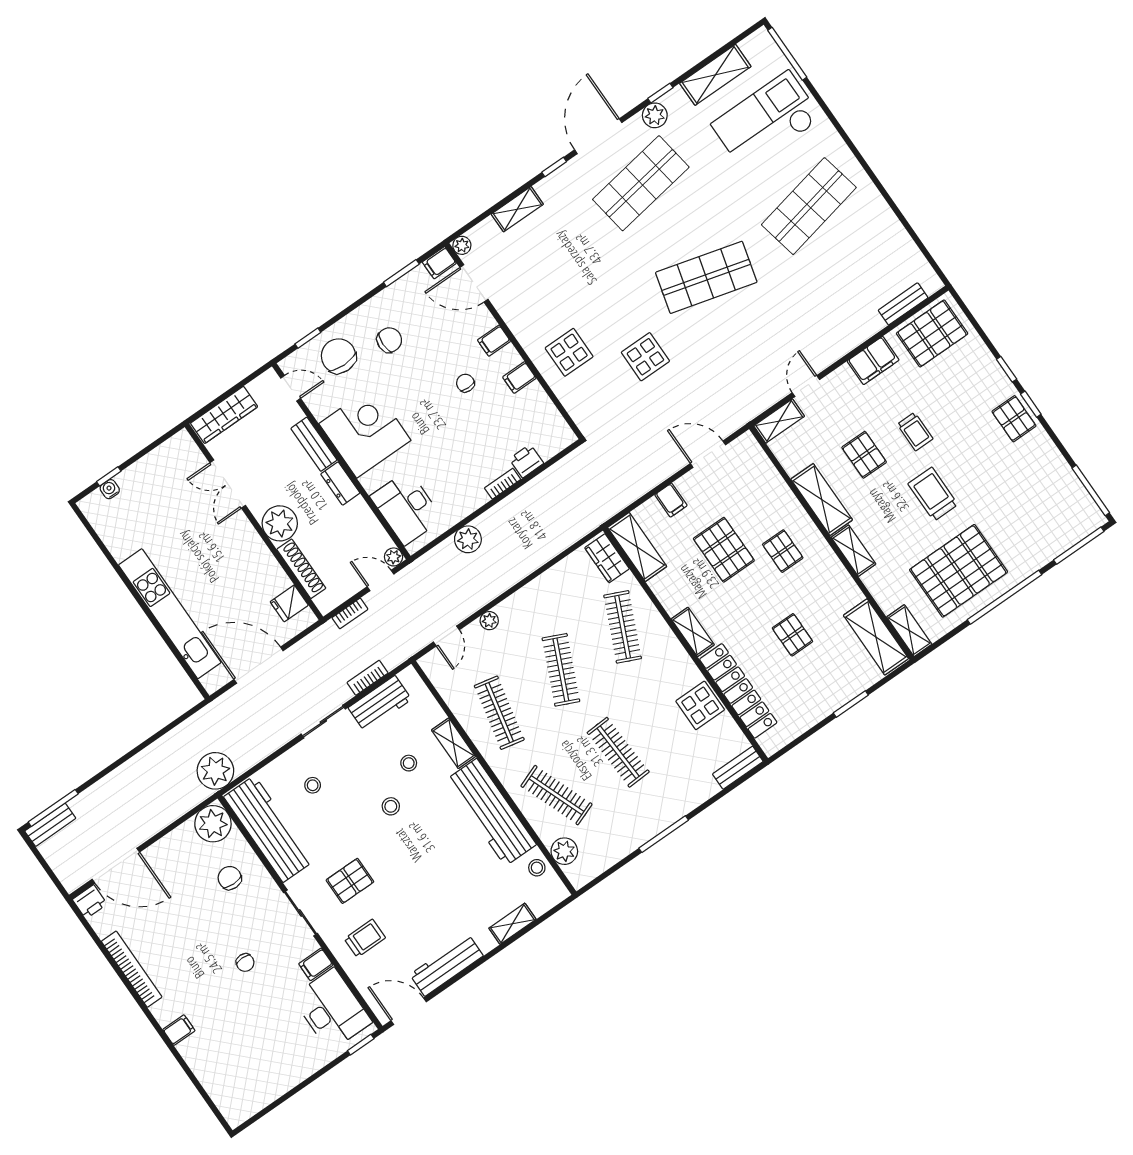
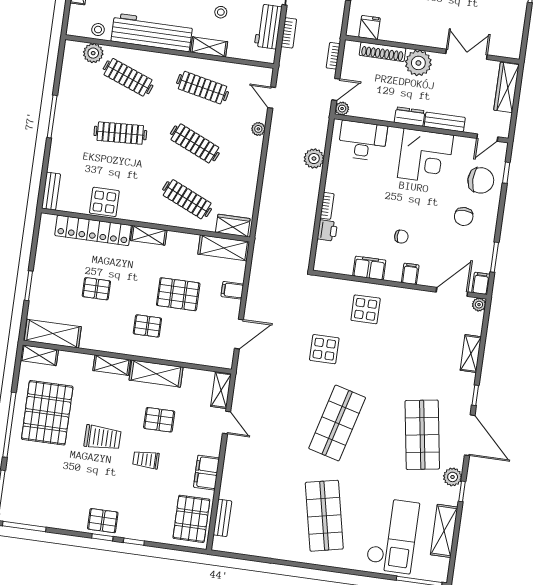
filing cabinet: (519, 378) -> (369, 268), width x2.00
clothes rail: (556, 795) -> (128, 77), turned 42

